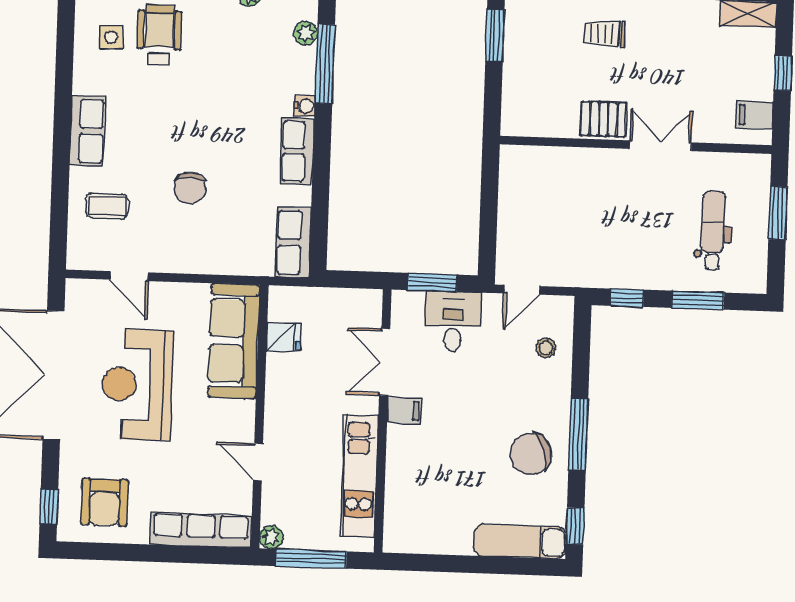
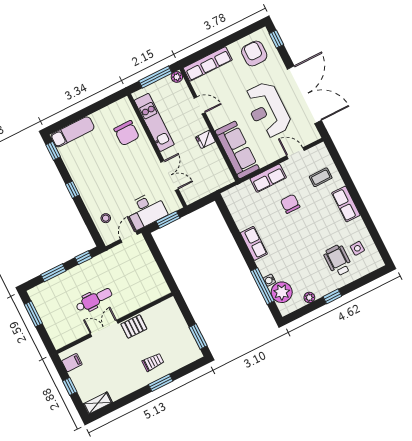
plant: (306, 33) -> (282, 292), width x1.88, depth x1.88
wheelchair: (159, 35) -> (338, 260), turned 180
water cooler: (305, 106) -> (269, 280), moved
double door: (660, 146) -> (104, 328), swing flipped
window: (778, 213) -> (33, 314), moved
dental chair: (713, 230) -> (94, 300), moved, turned -90
row of seats: (293, 242) -> (268, 178), moved, turned 90
desk: (453, 321) -> (146, 210), width x1.37
fridge: (284, 337) -> (205, 139), moved
reception desk: (137, 385) -> (267, 110), turned 180
filing cabinet: (404, 411) -> (150, 160), removed
window: (578, 434) -> (73, 190), width x0.46
chair: (531, 454) -> (127, 133), moved, turned 110

